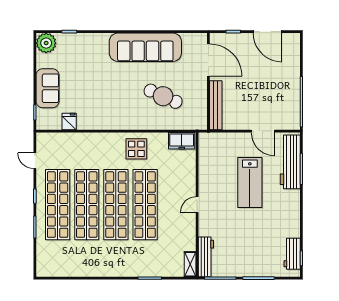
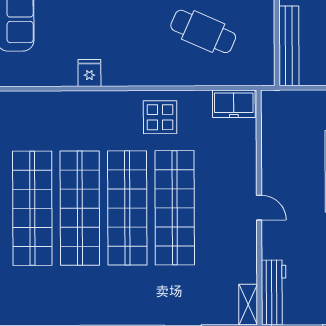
fridge: (69, 121) -> (89, 73), moved
door: (197, 205) -> (259, 208), swing flipped

